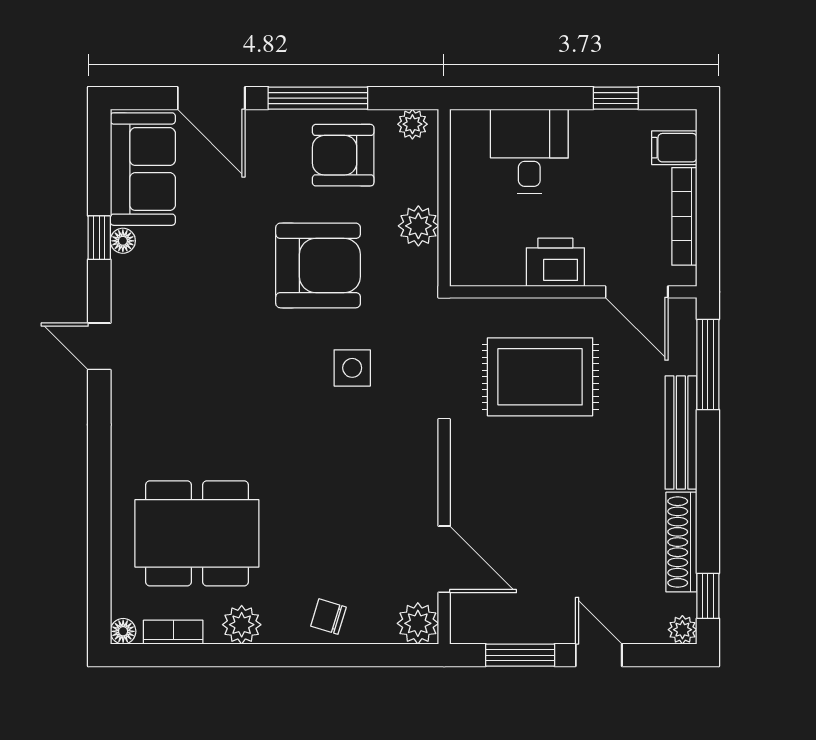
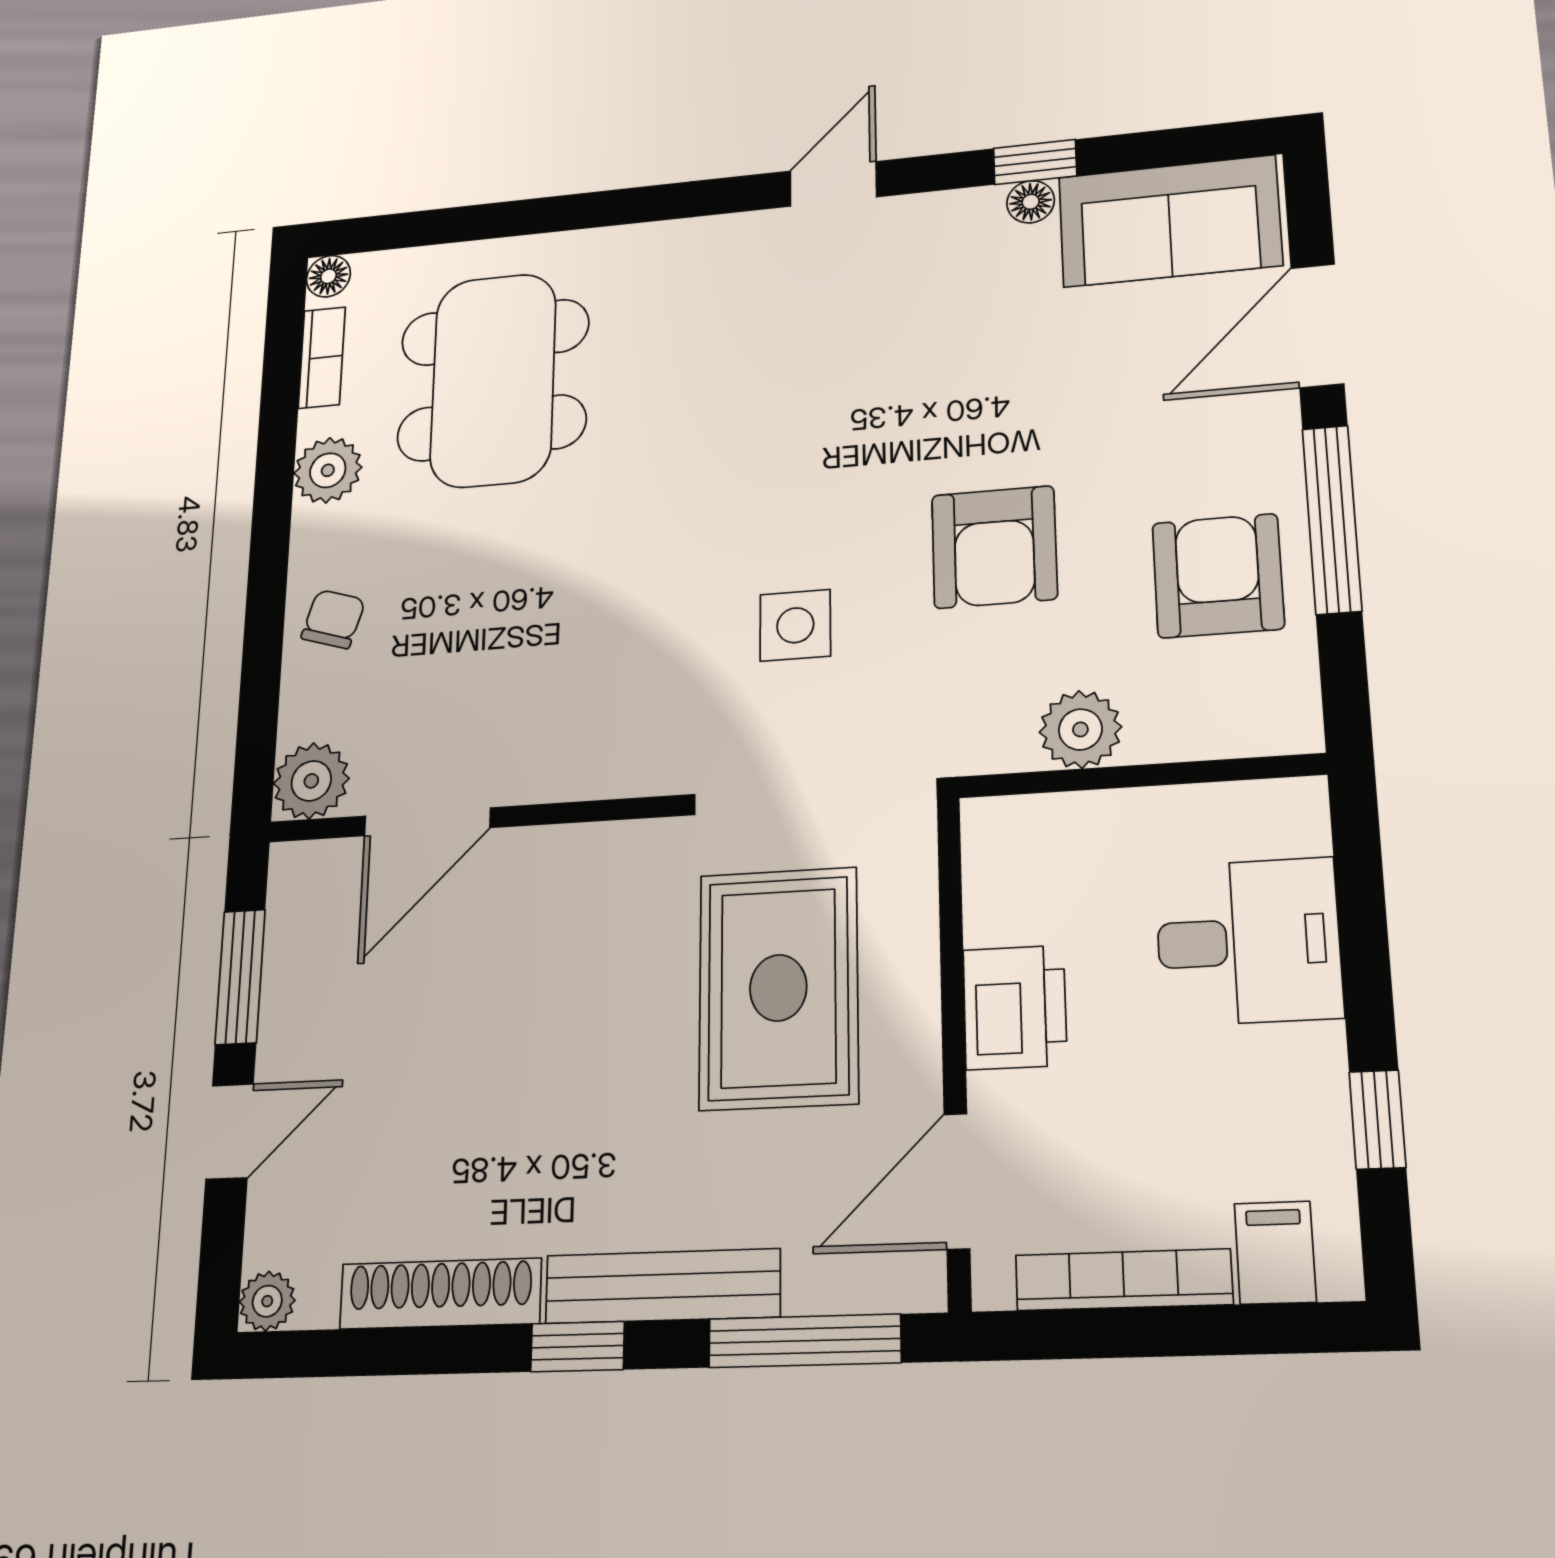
plant: (412, 124) -> (1291, 704), removed
armchair: (318, 265) -> (994, 547), width x0.73, depth x0.73
window: (708, 596) -> (577, 1347), moved

